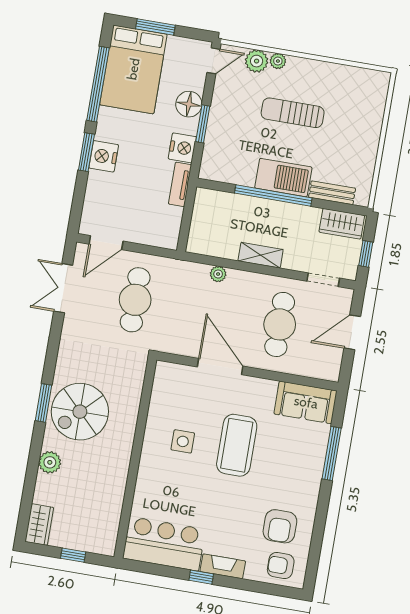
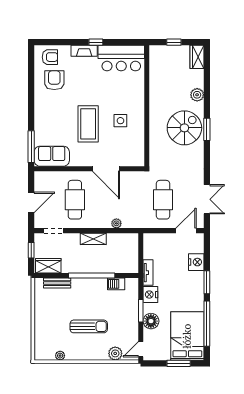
plant: (278, 61) -> (60, 356), moved
nightstand: (104, 156) -> (196, 262), moved
barbecue: (283, 178) -> (116, 284), moved, width x0.53, depth x0.65
window: (332, 454) -> (31, 147), moved

